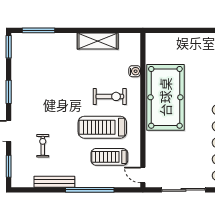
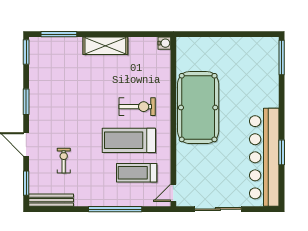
shelving: (98, 41) -> (105, 46), moved
water cooler: (135, 71) -> (164, 43), moved
door: (143, 175) -> (173, 193), hinge flipped
bench: (54, 182) -> (51, 200), moved

